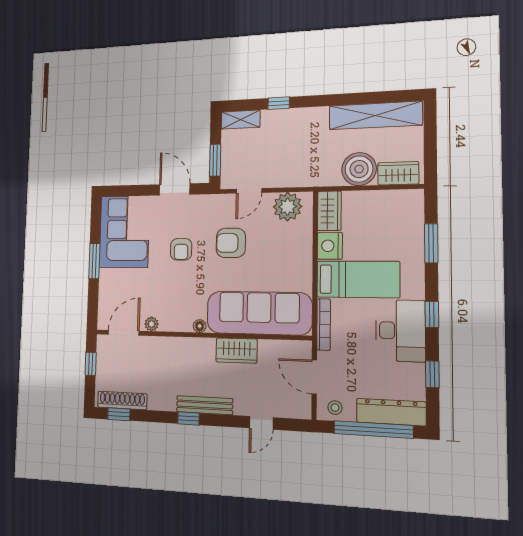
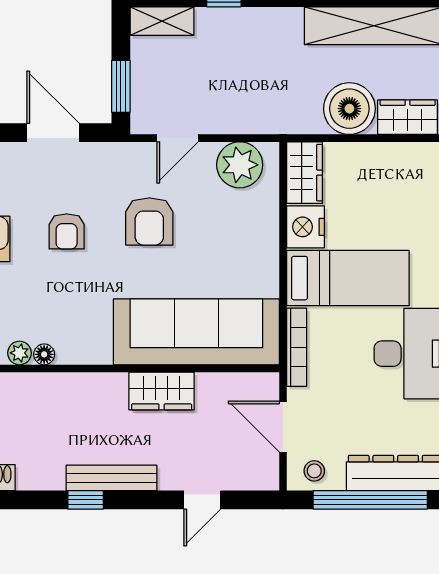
armchair: (231, 243) -> (149, 221), turned -90
floor lamp: (200, 326) -> (44, 354), moved

